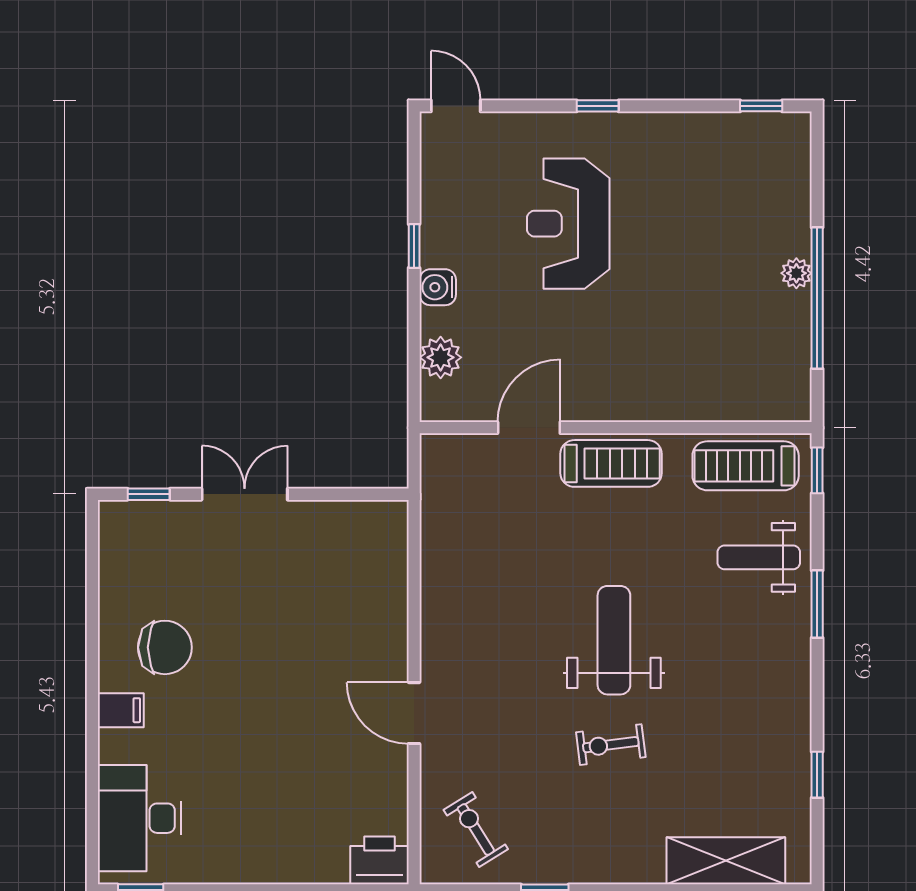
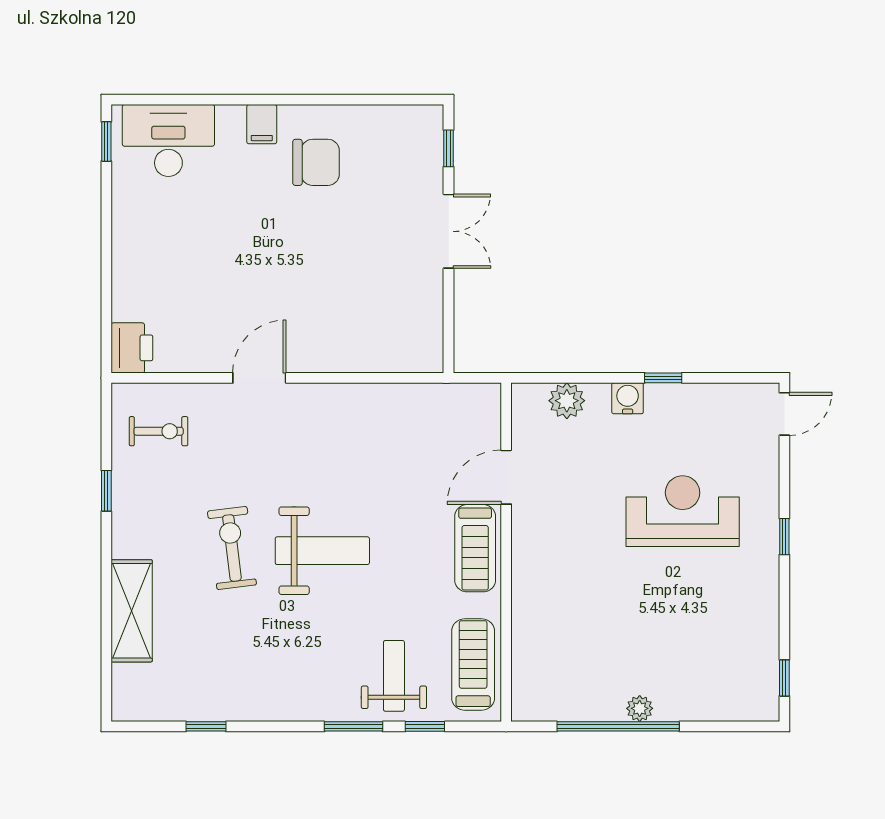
door: (529, 428) -> (506, 477), swing flipped
window: (817, 470) -> (425, 726), moved
chair: (165, 647) -> (316, 162), turned -90
exercise bike: (611, 745) -> (232, 548), width x1.38, depth x1.39
exercise bike: (476, 829) -> (159, 431), turned 32
shelving: (726, 861) -> (132, 611), moved

